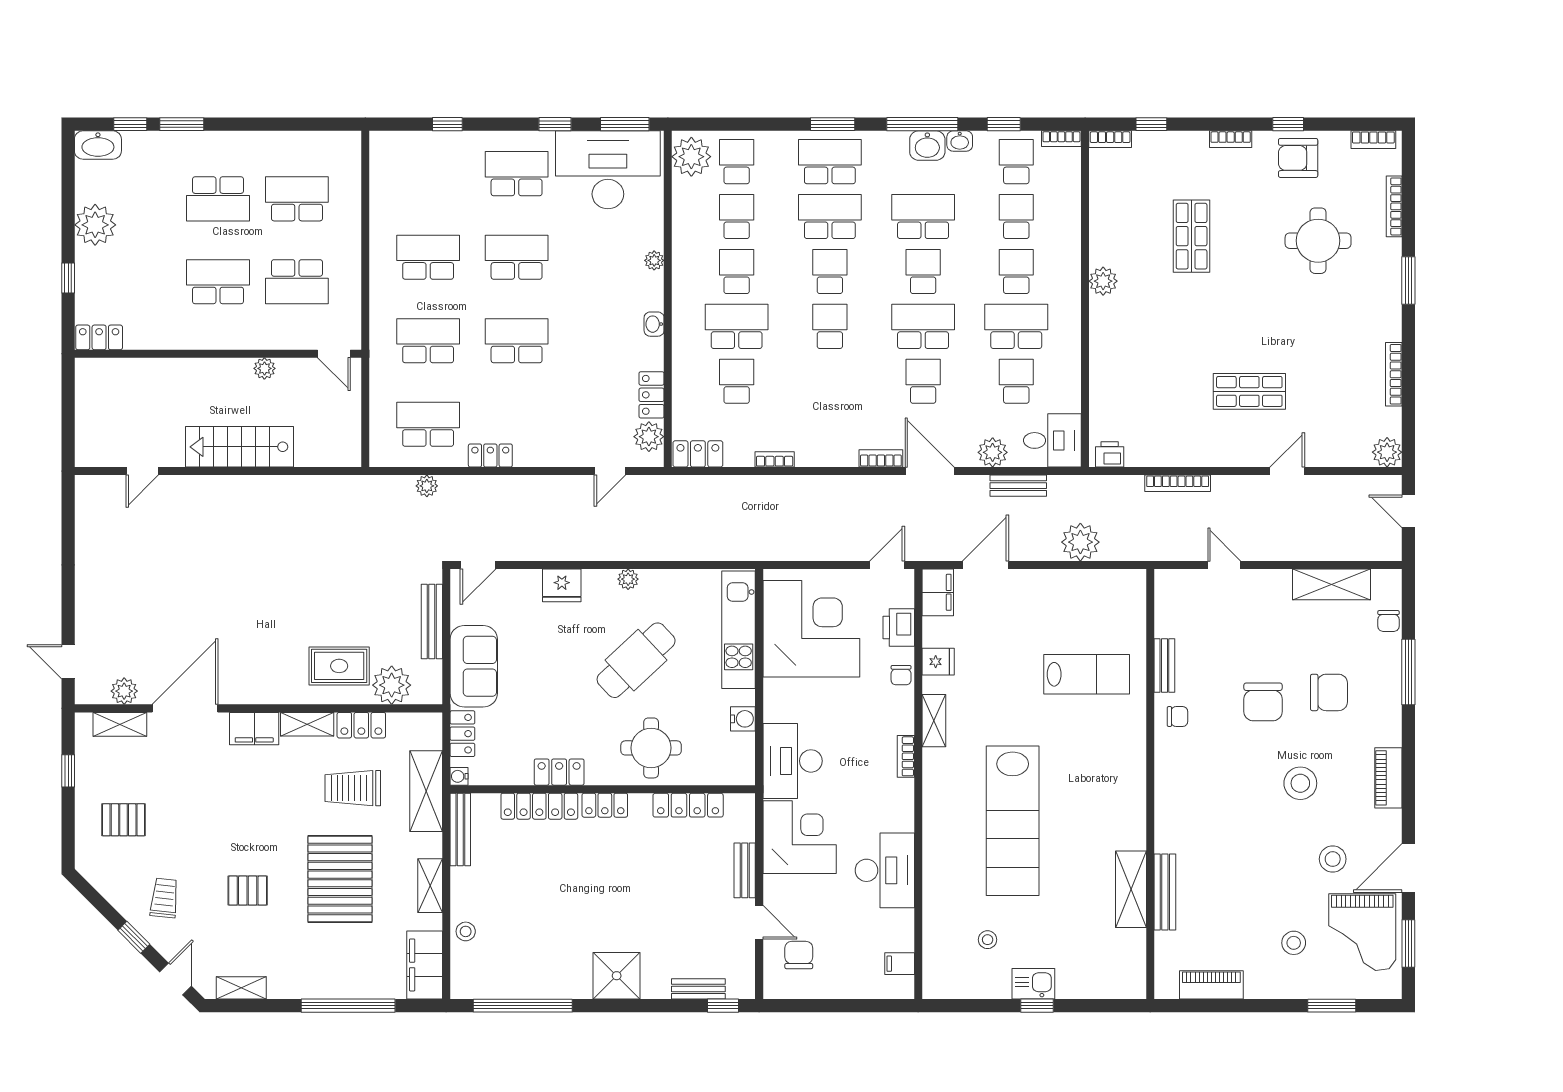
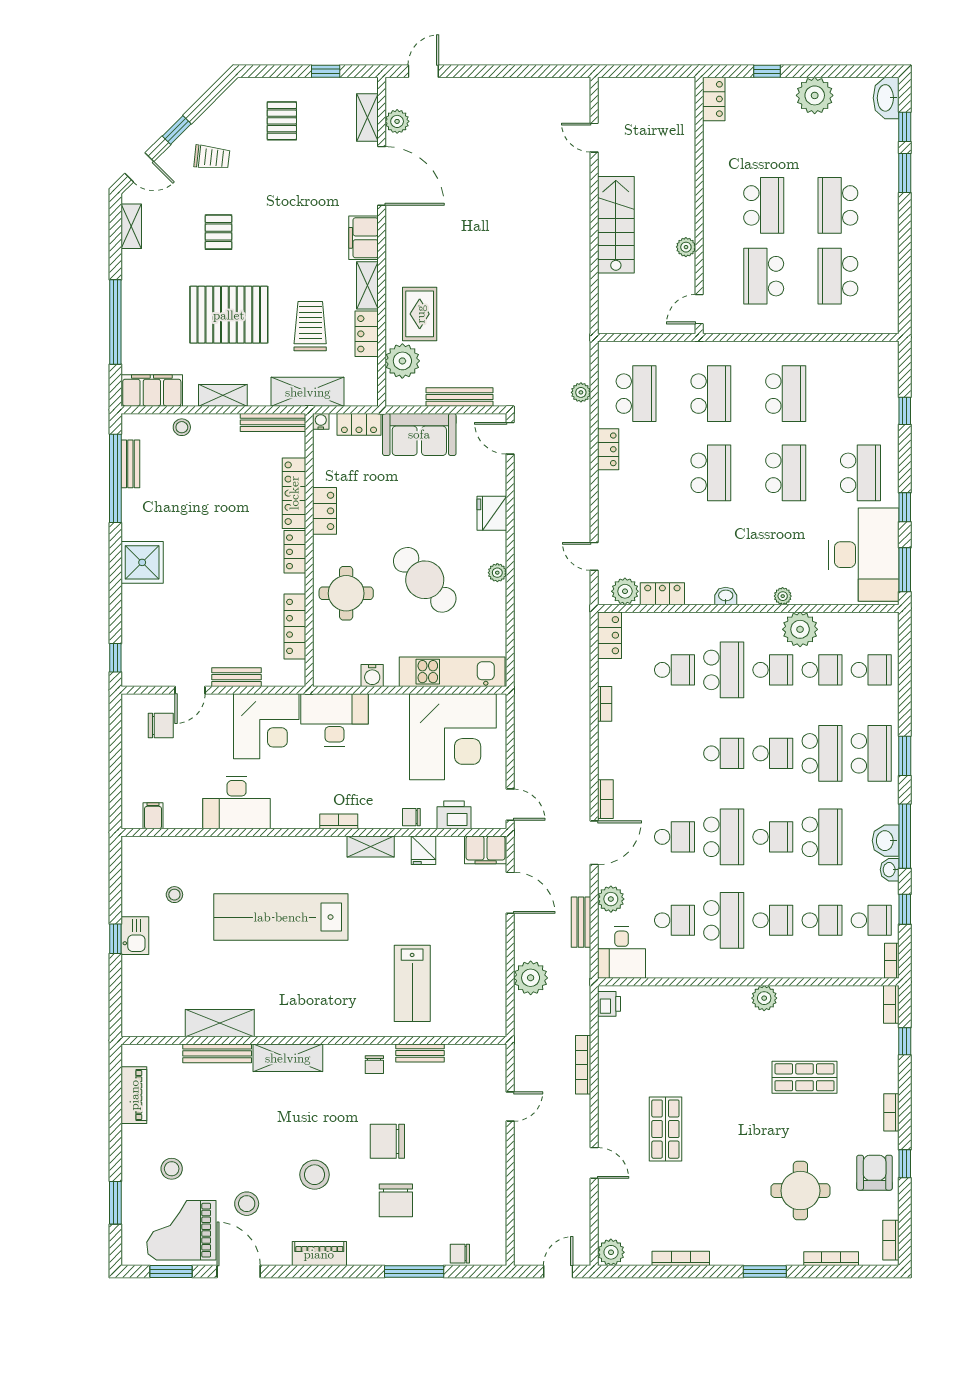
plant: (691, 157) -> (800, 629), moved
school desk: (297, 199) -> (838, 276), turned 180
shelving: (1331, 584) -> (288, 1058), moved, turned 90
bench: (698, 989) -> (130, 464), moved

